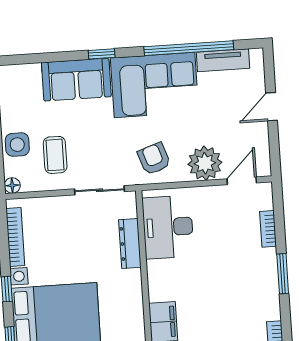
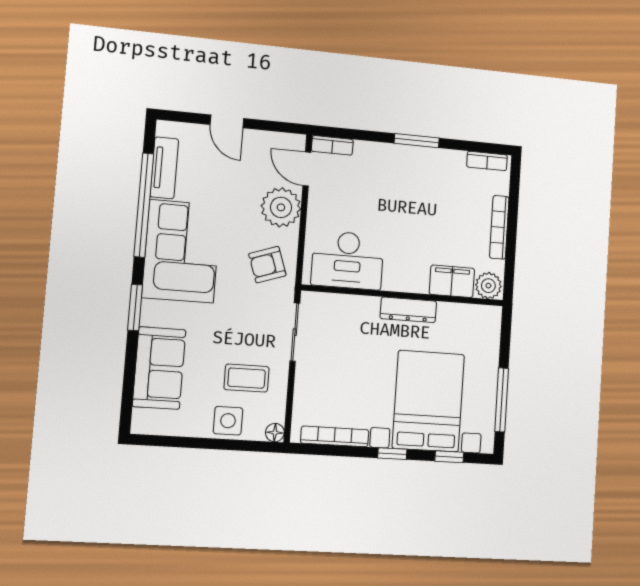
window: (102, 54) -> (135, 308), width x1.50
sofa: (76, 80) -> (159, 368), moved
bookcase: (268, 229) -> (332, 145), moved
dresser: (130, 243) -> (408, 310), moved

